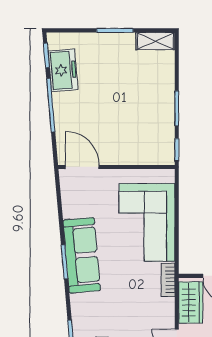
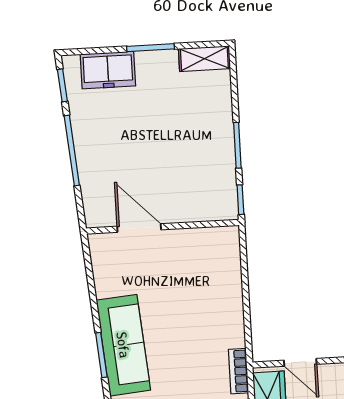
freezer: (63, 70) -> (108, 70), moved, turned 95
door: (82, 167) -> (139, 228), moved
corner sofa: (147, 222) -> (207, 297), removed

